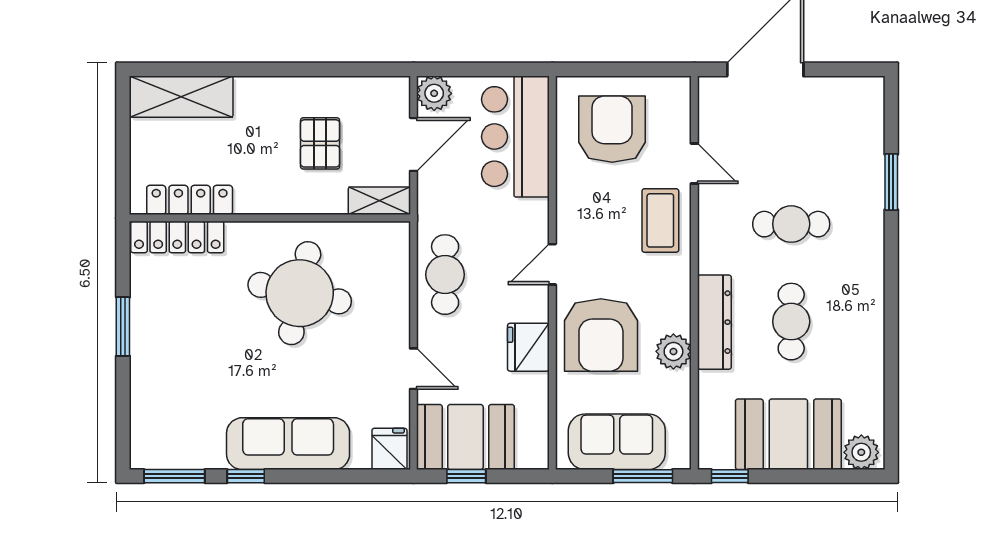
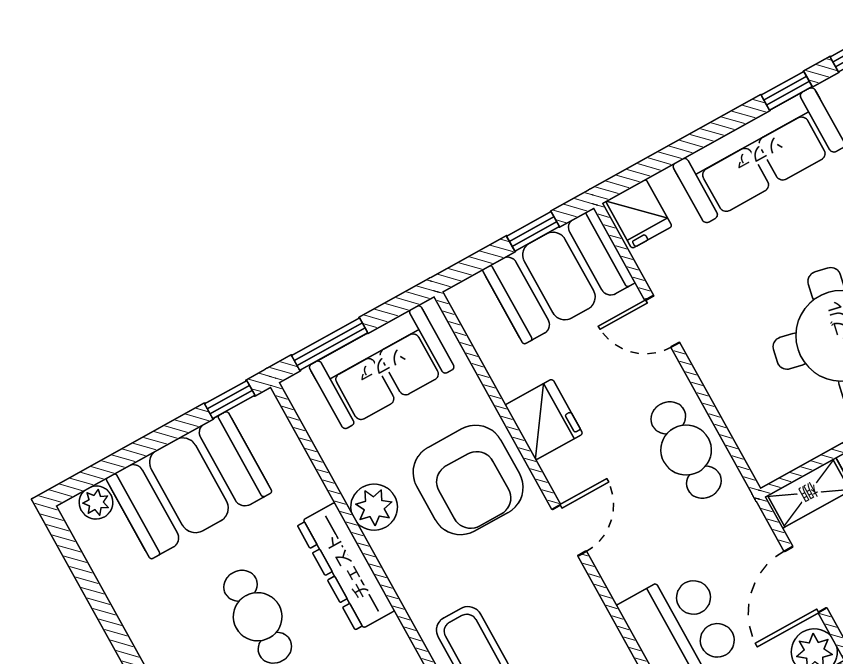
armchair: (601, 335) -> (468, 480), turned 180
plant: (861, 452) -> (96, 502), width x0.73, depth x0.73

